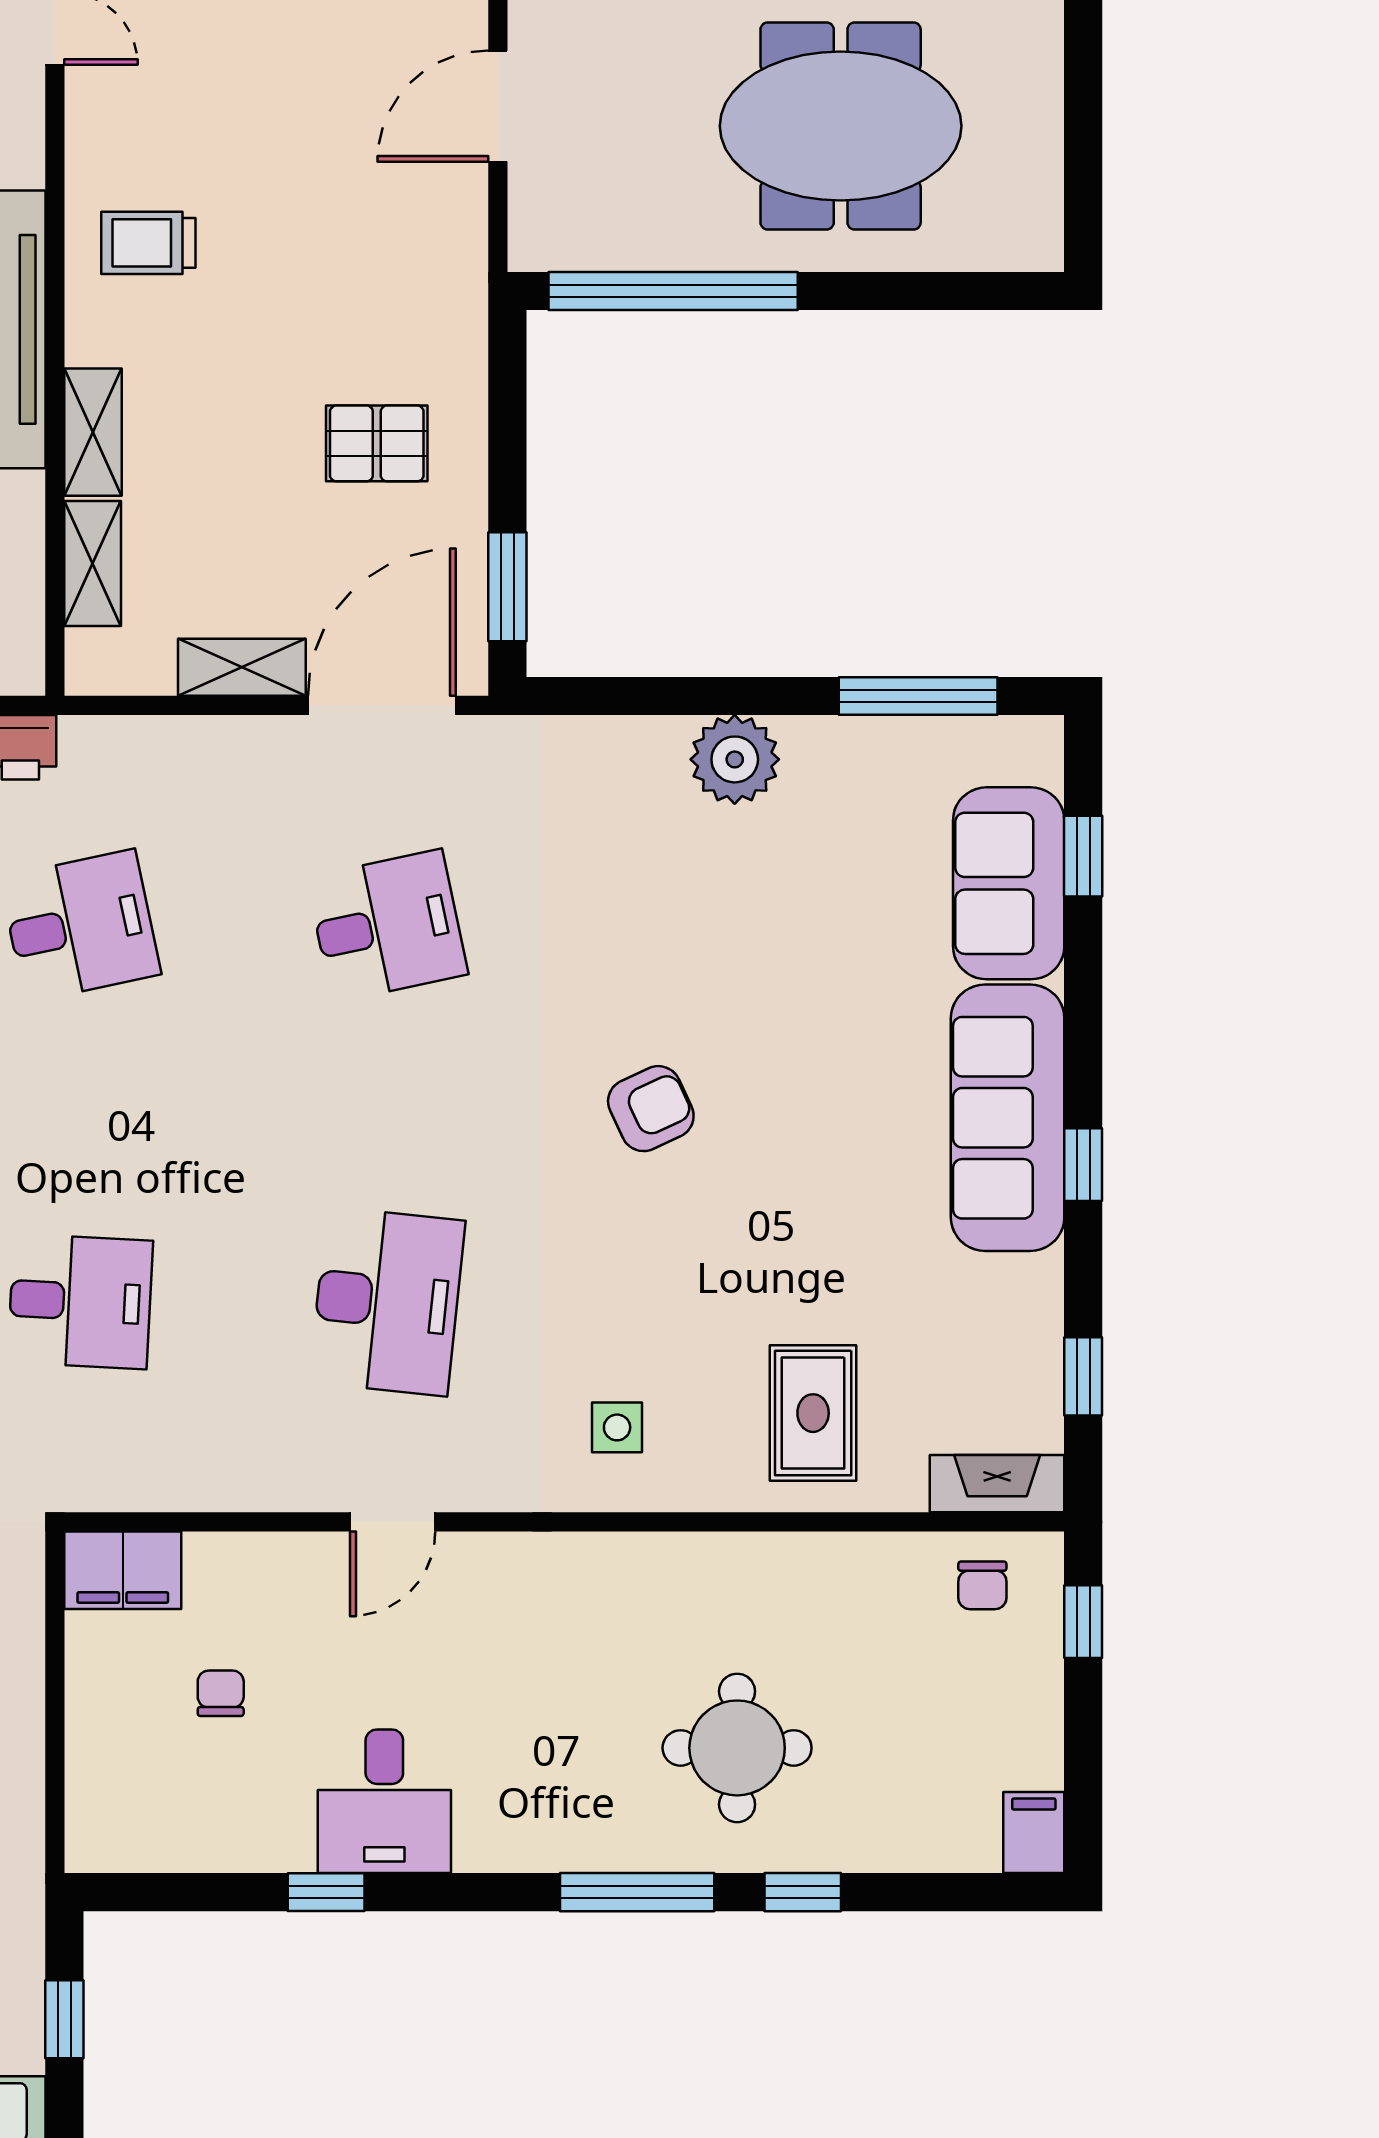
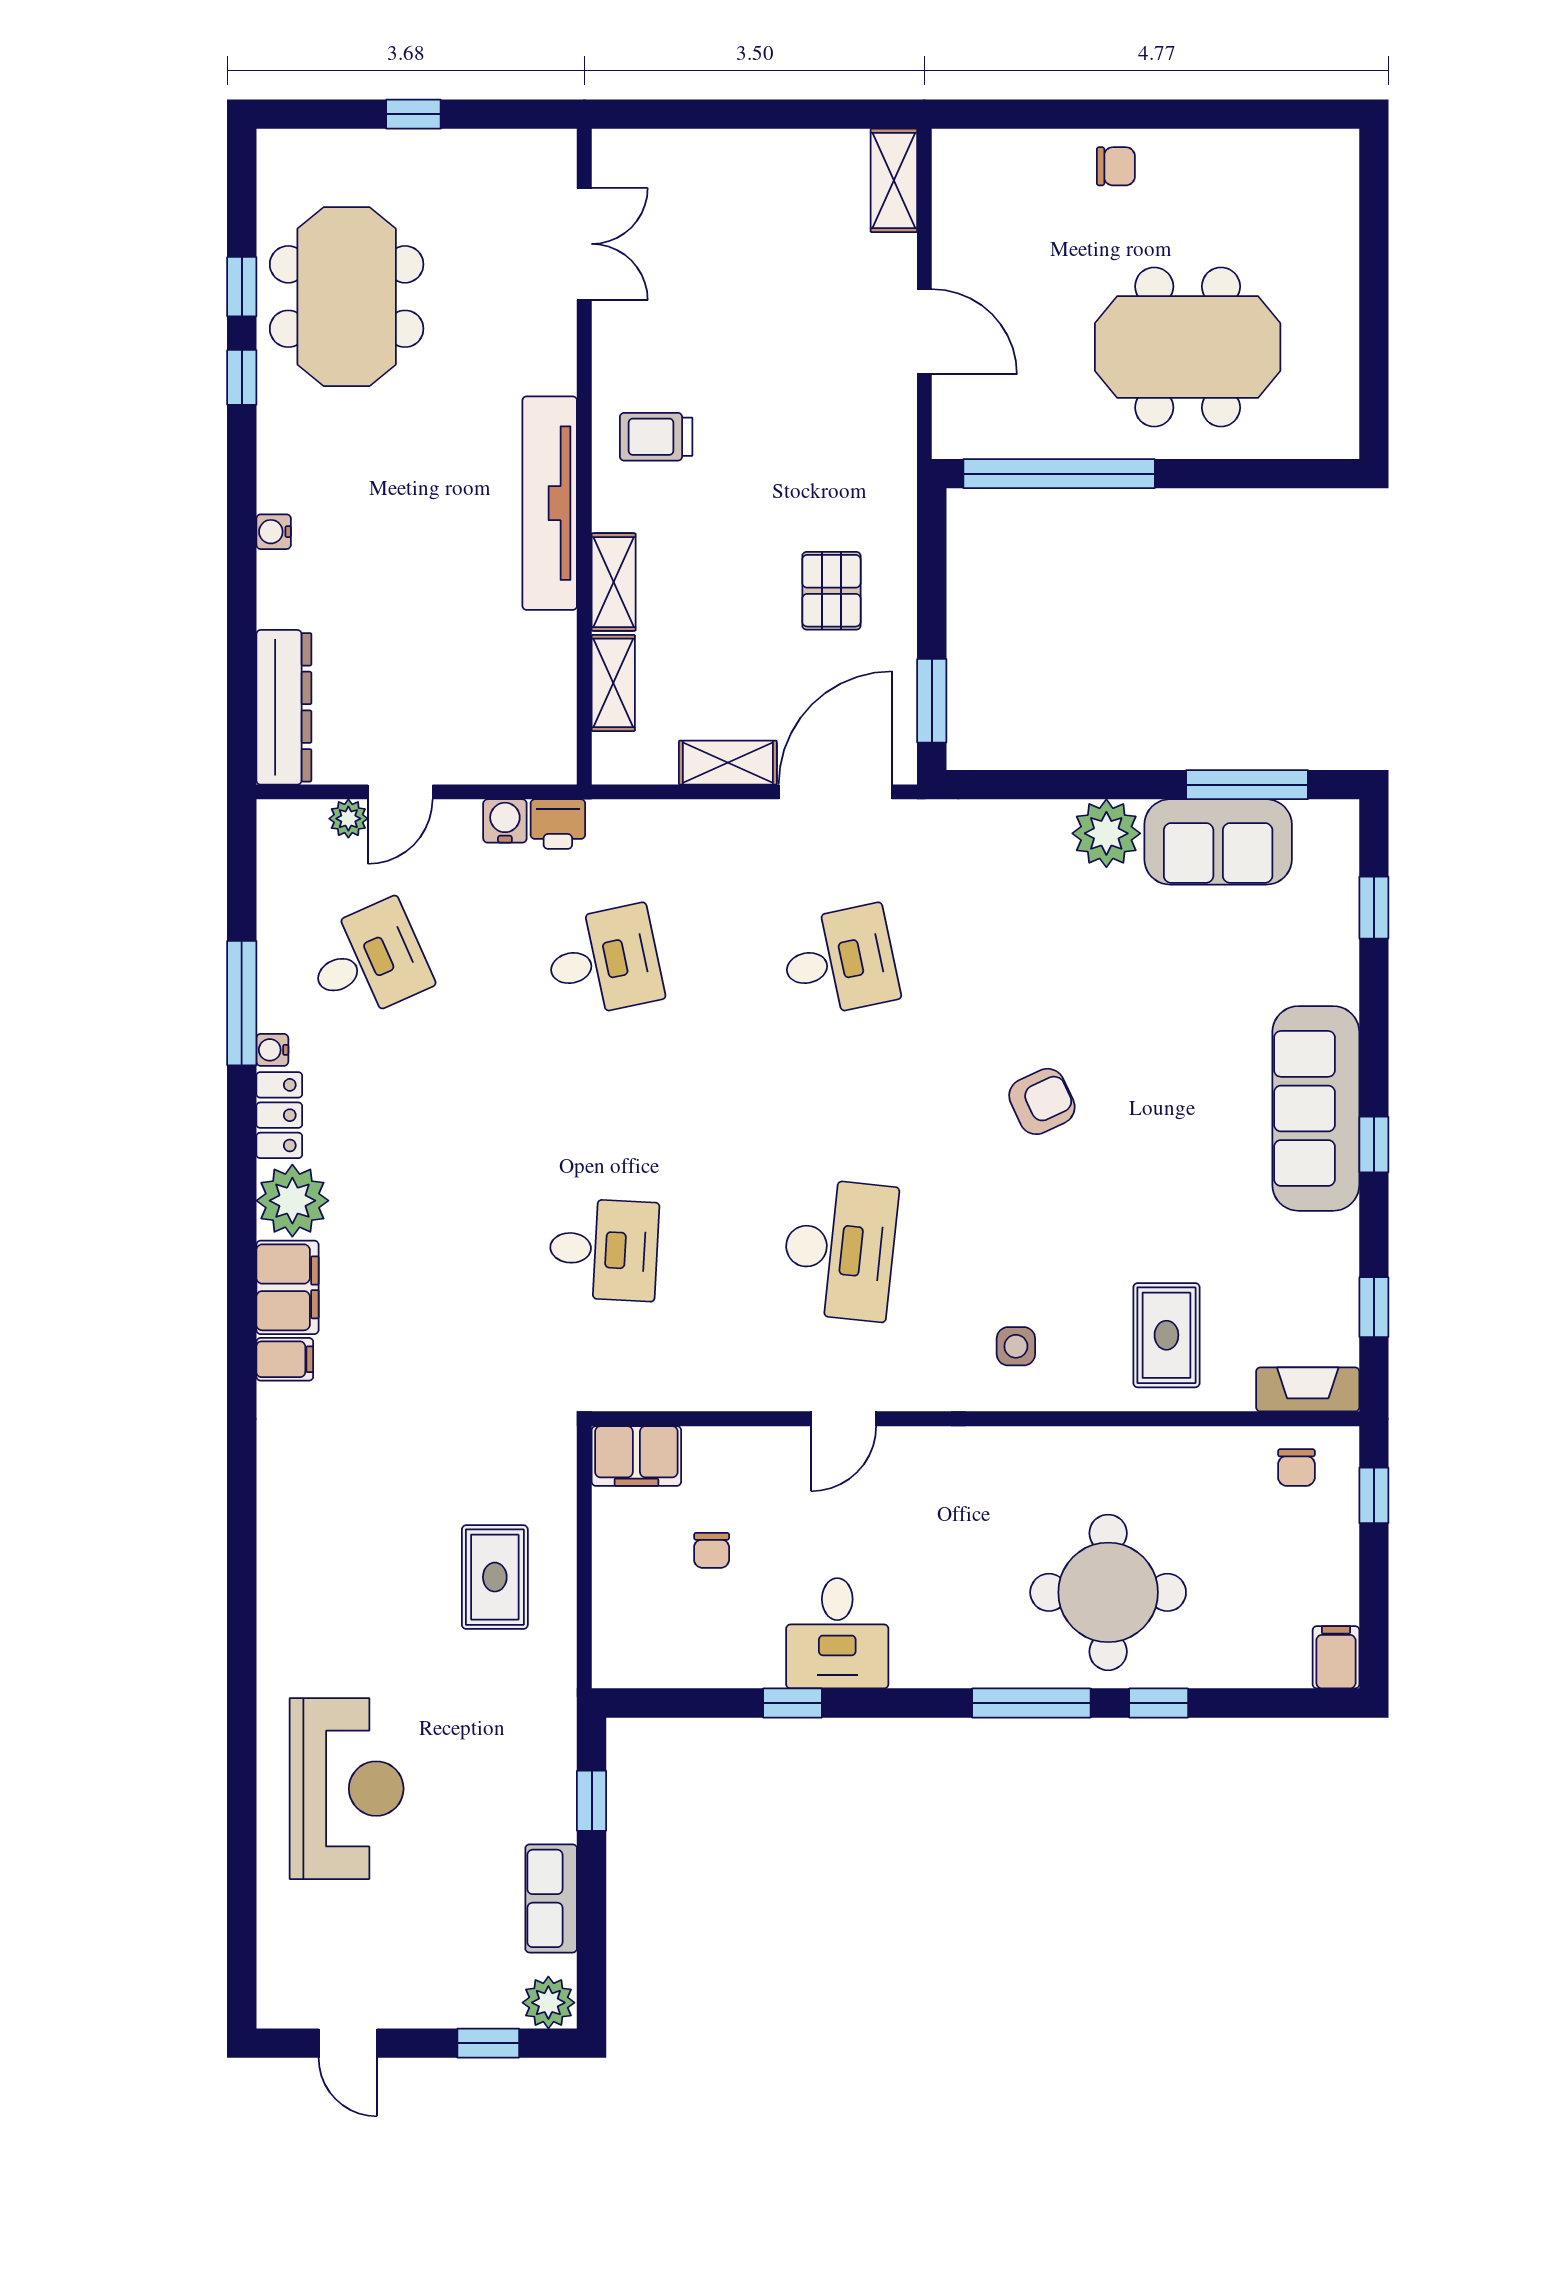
door: (498, 106) -> (924, 332), swing flipped
pallet: (377, 443) -> (831, 591), turned 90
sofa: (1009, 883) -> (1218, 842), moved, turned -90
chair: (221, 1693) -> (712, 1550), turned 180
round table: (737, 1748) -> (1108, 1592), width x1.36, depth x1.36

